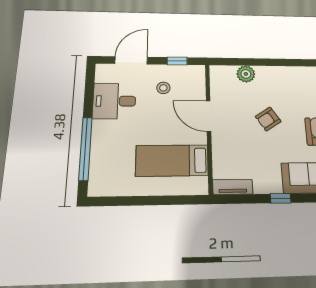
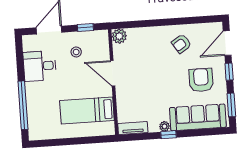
plant: (246, 74) -> (119, 36), moved
armchair: (268, 119) -> (181, 44), moved
plant: (275, 187) -> (164, 126), added

